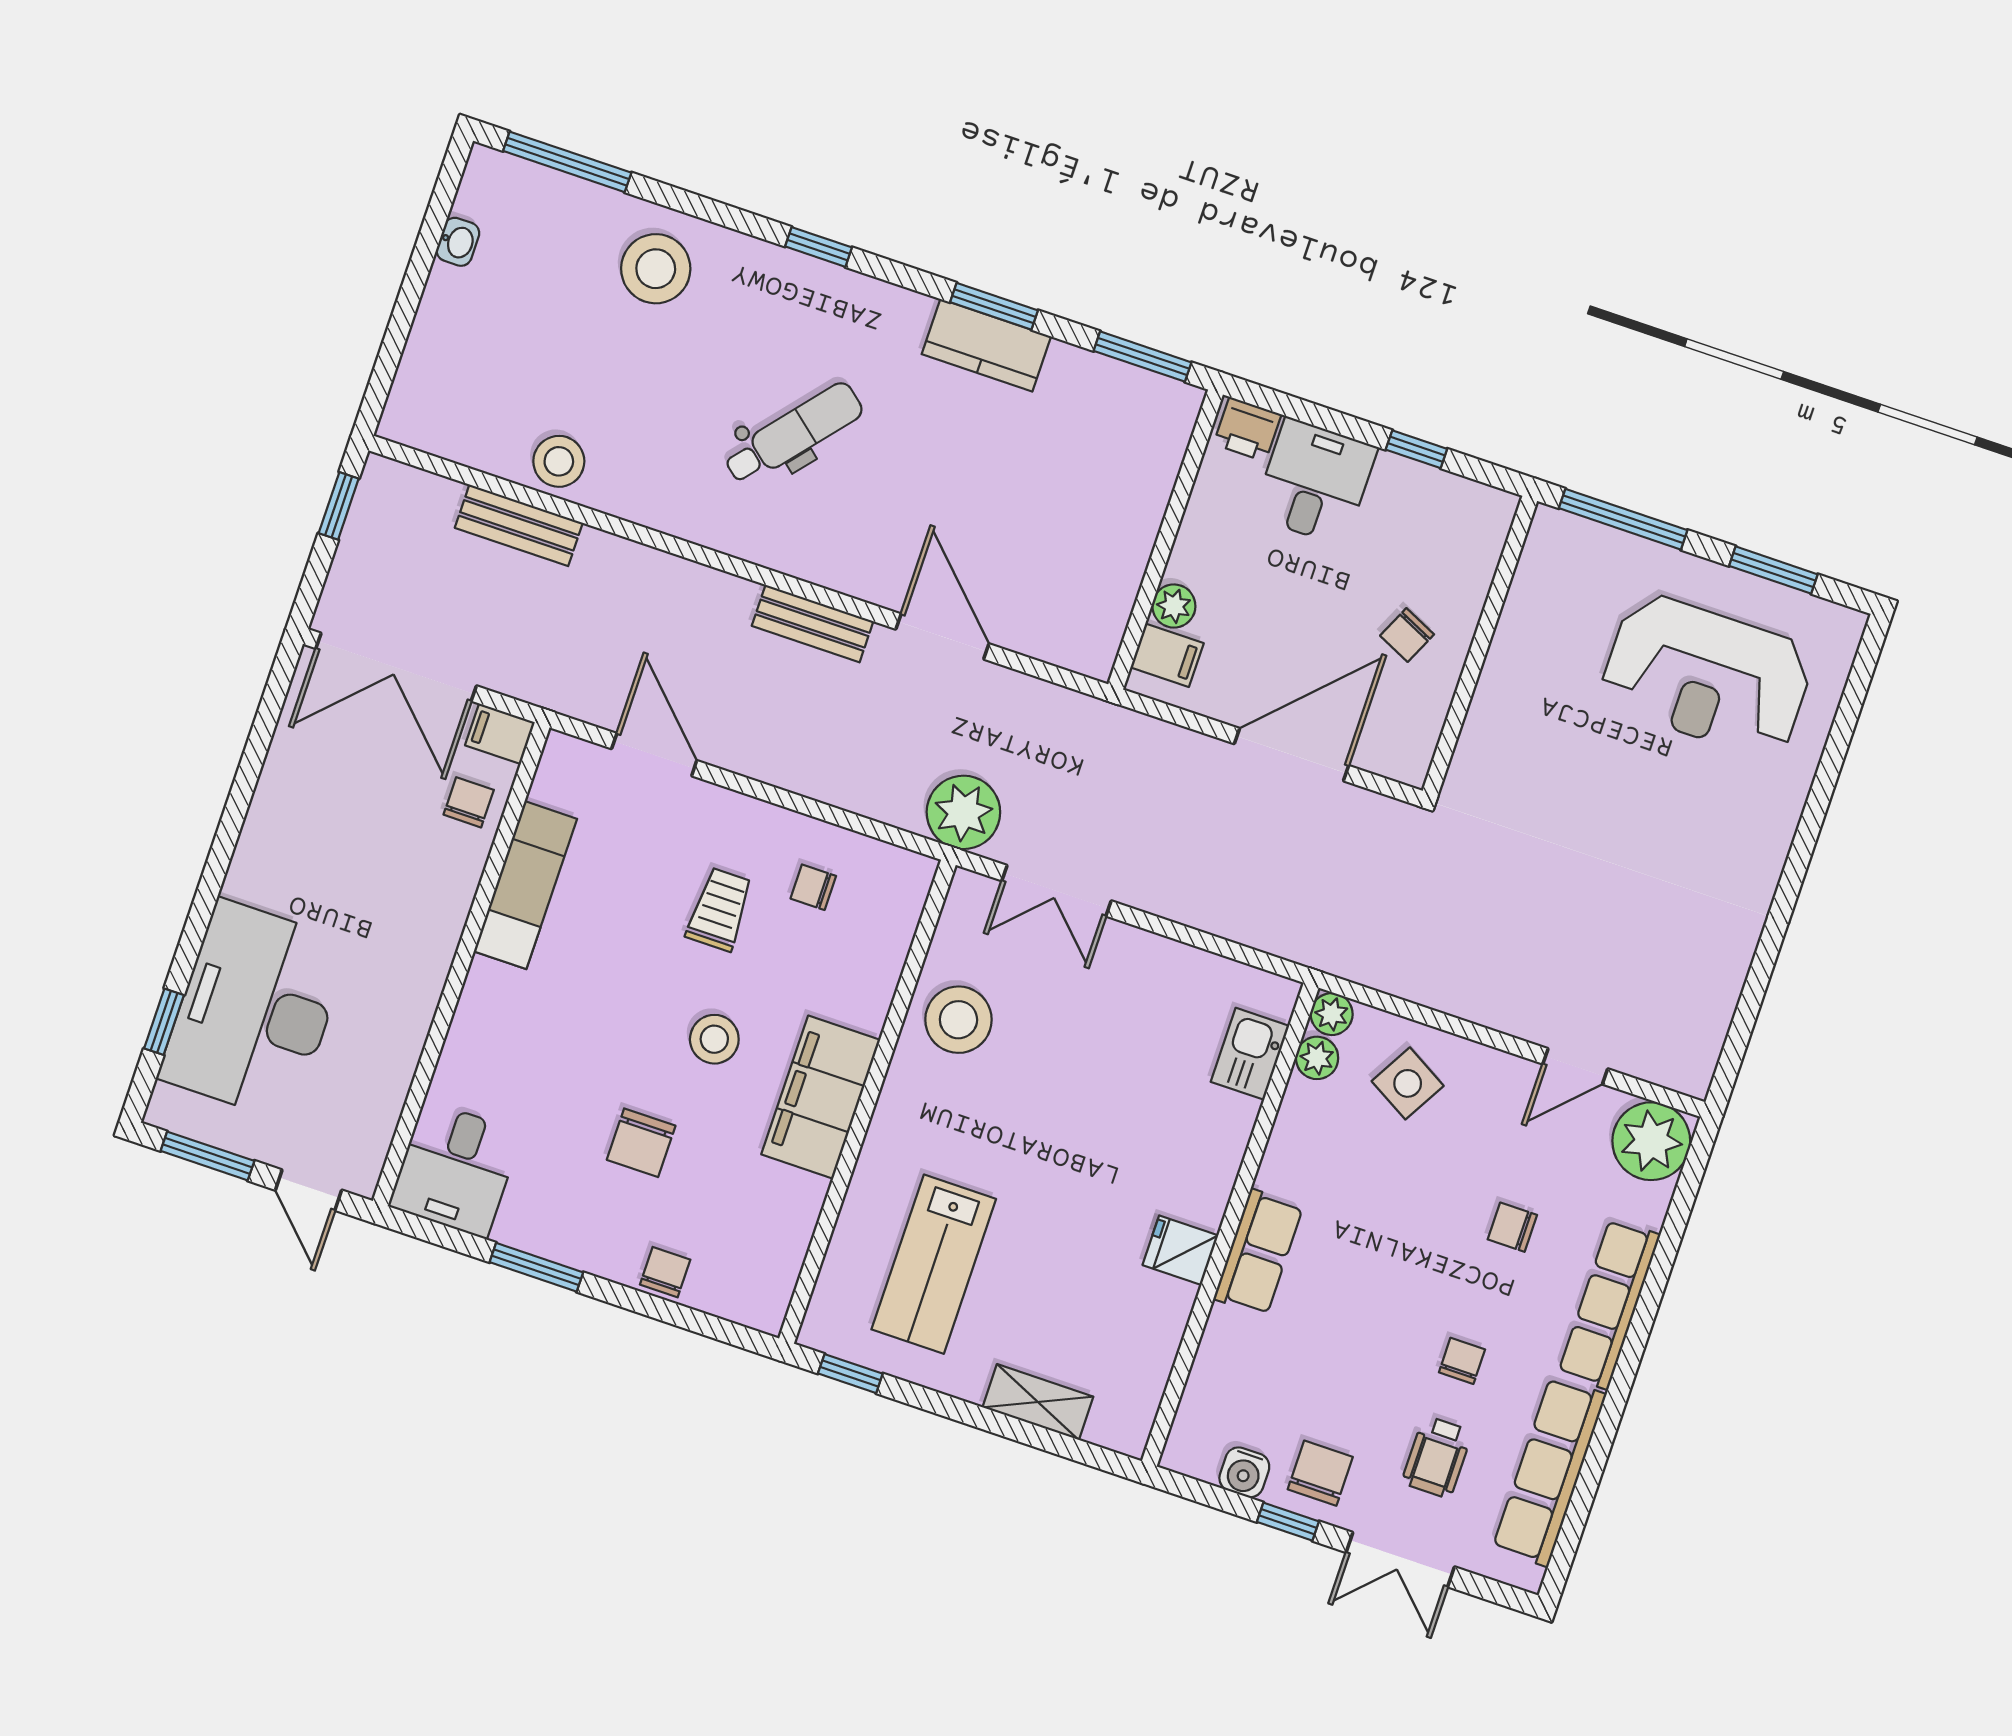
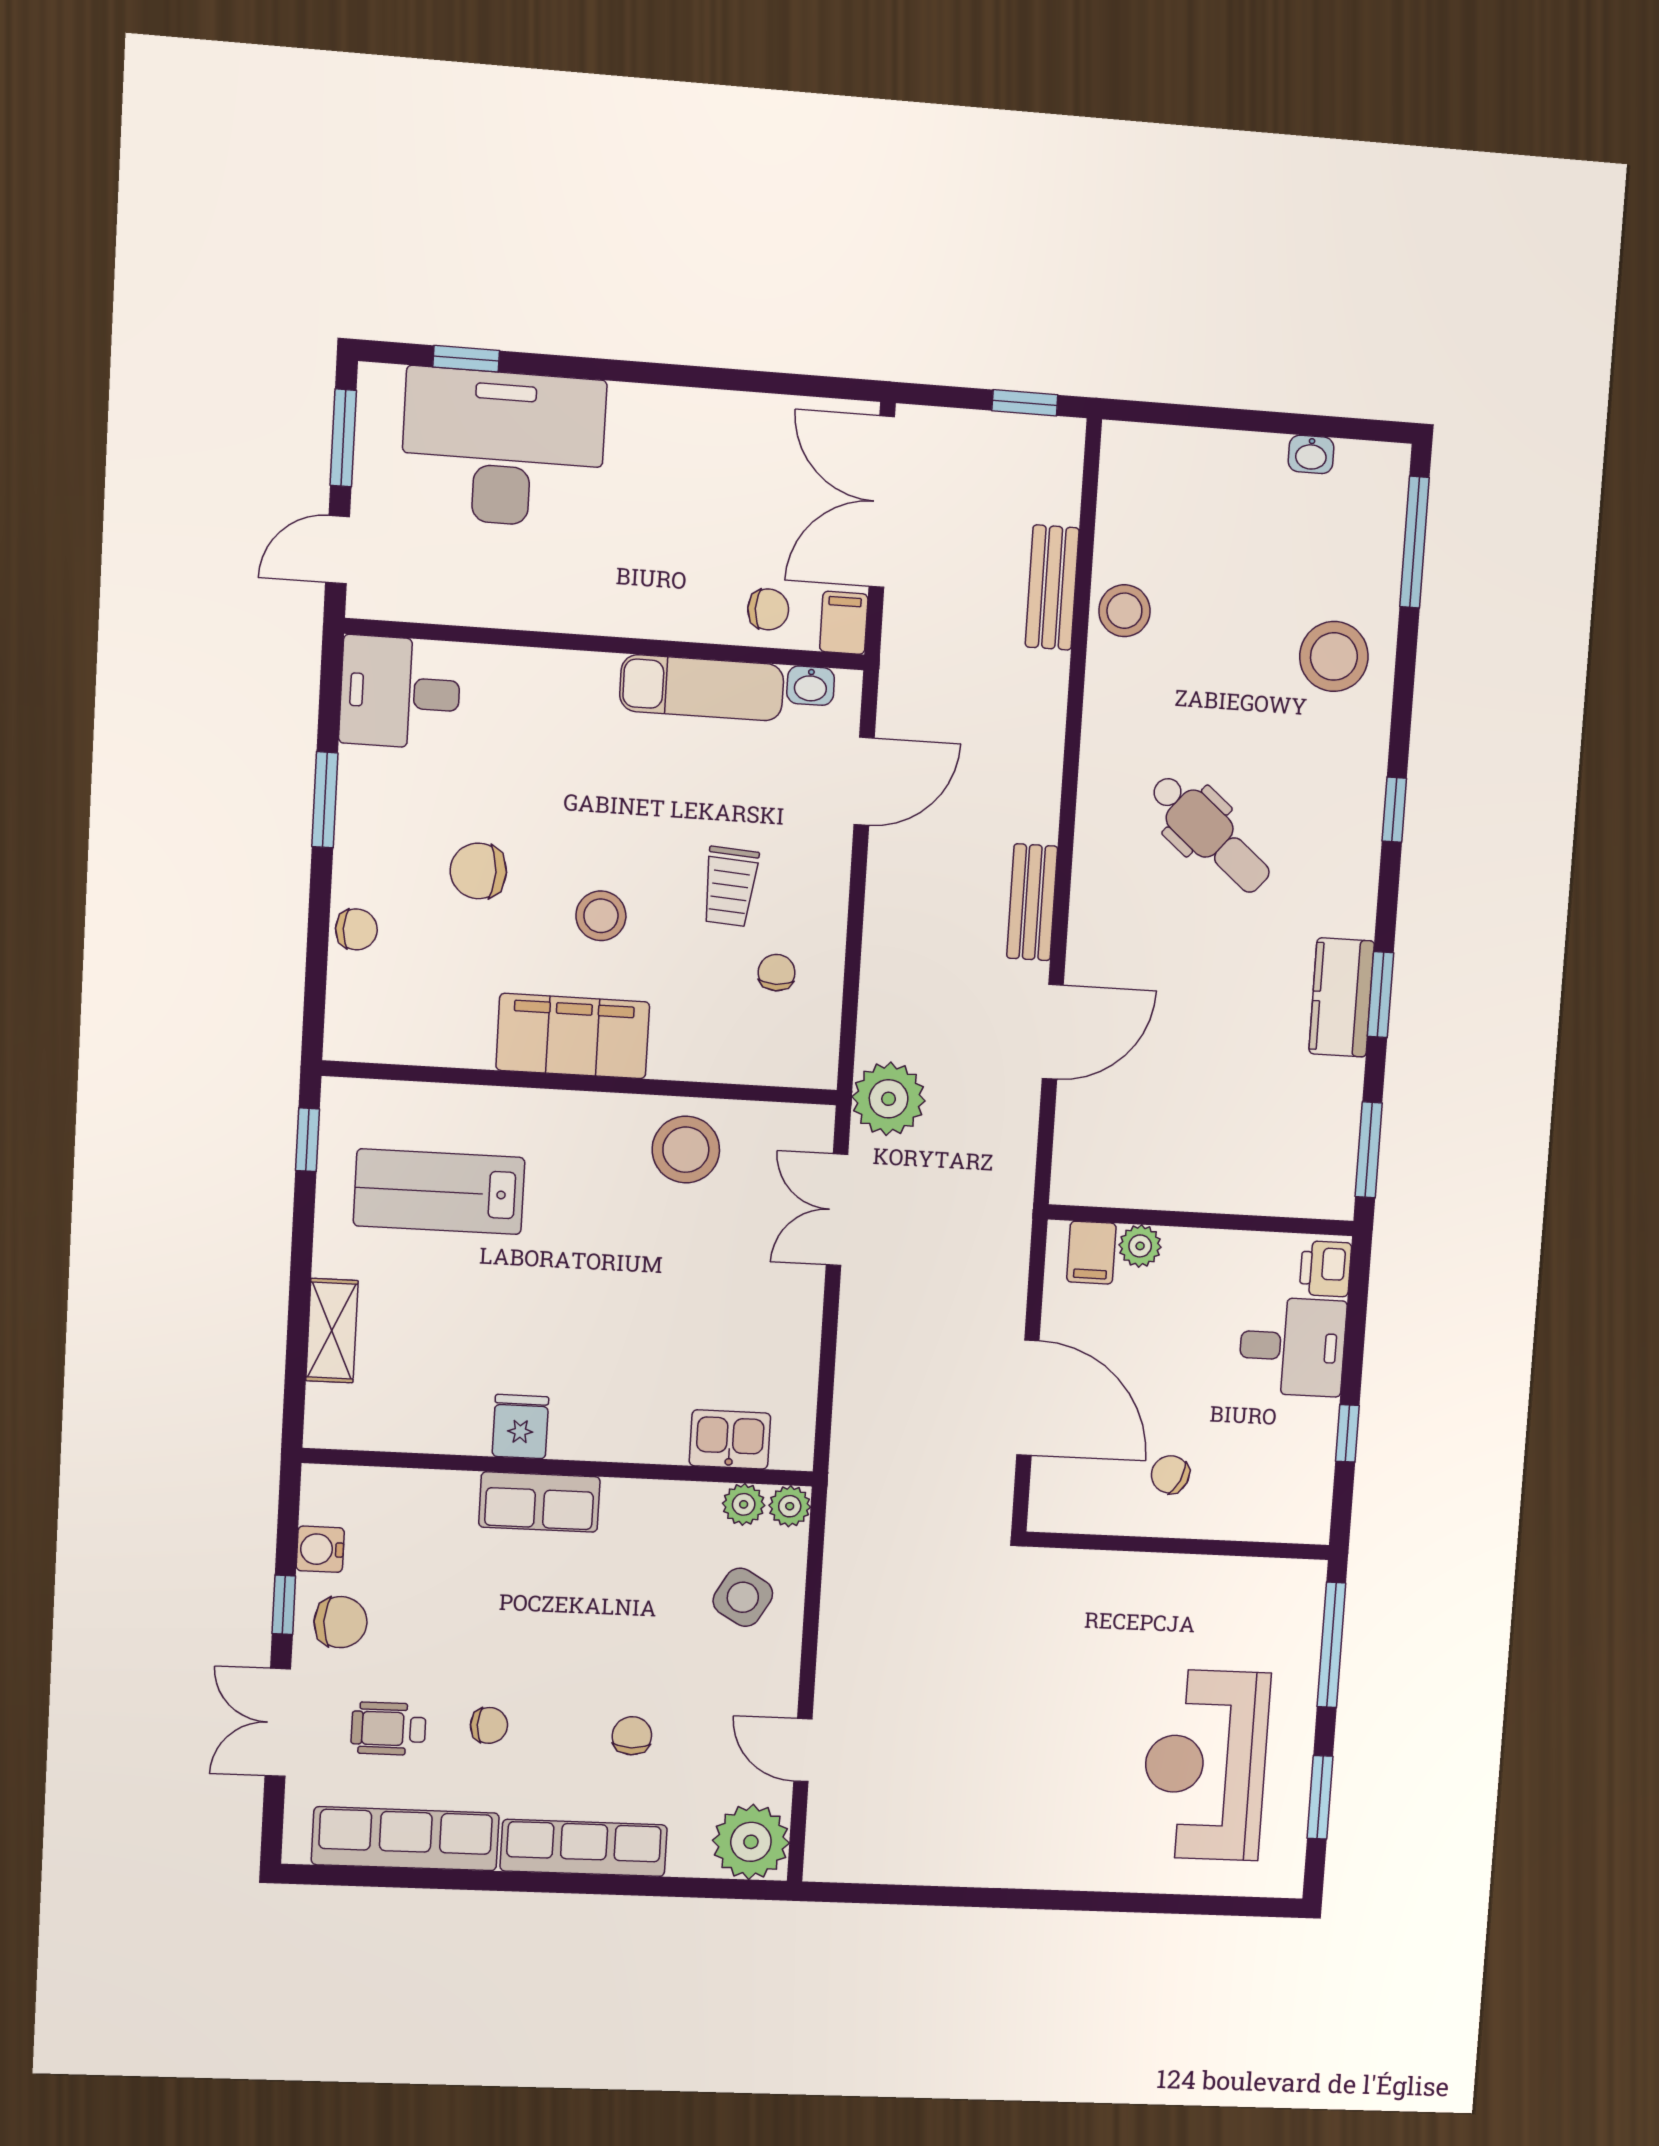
washbasin: (551, 781) -> (811, 686), added
trolley: (720, 909) -> (730, 886), turned 94

